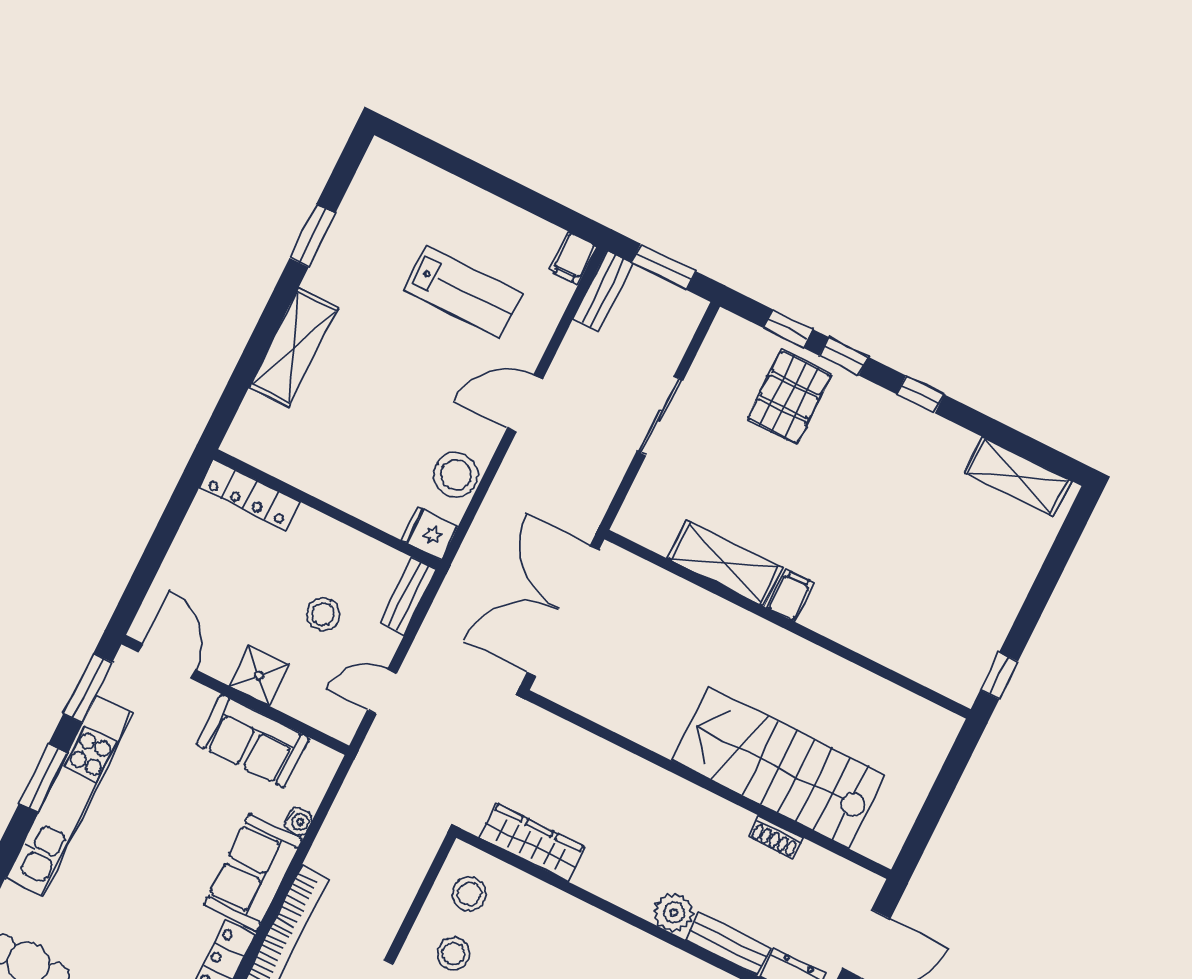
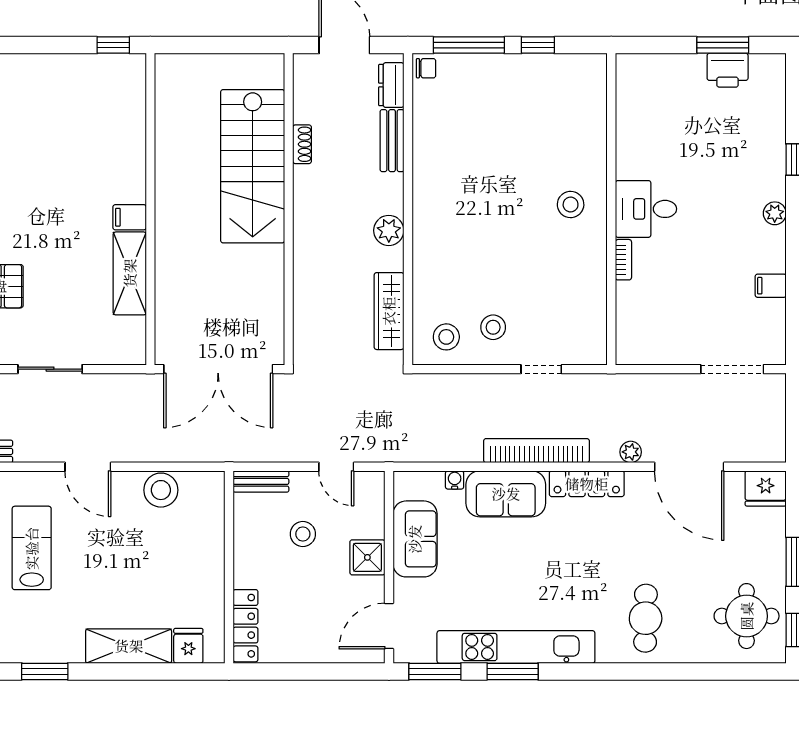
fridge: (430, 533) -> (188, 646), moved, turned 180
plant: (674, 912) -> (389, 230), moved

